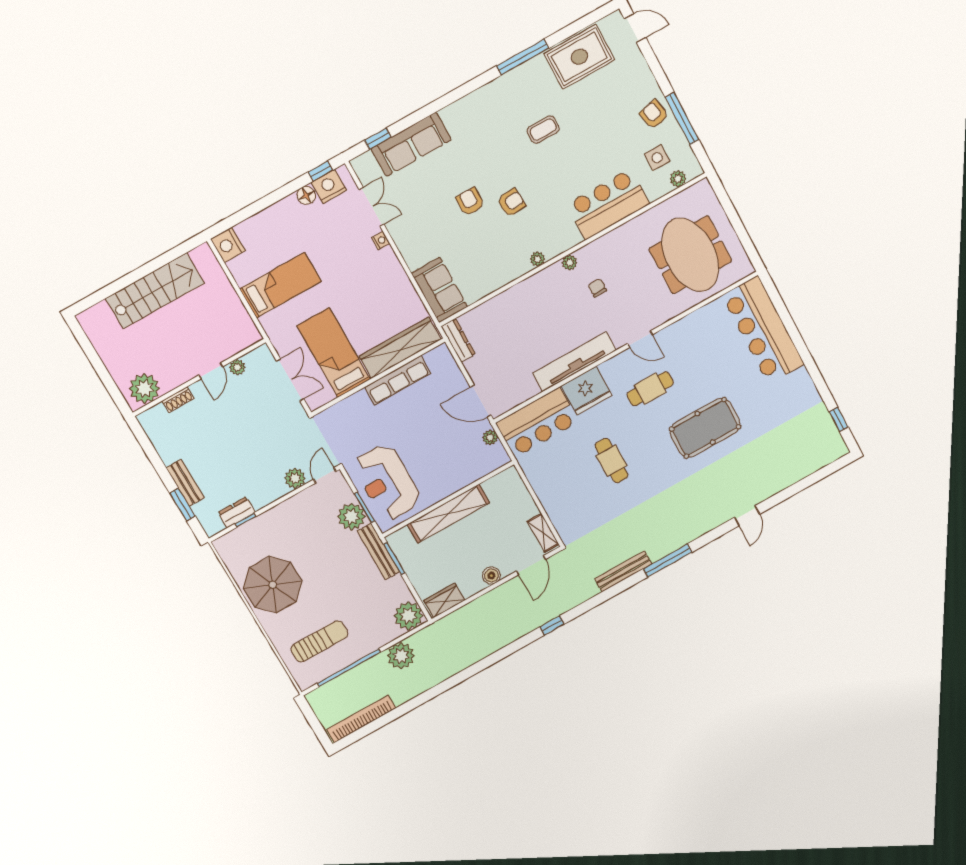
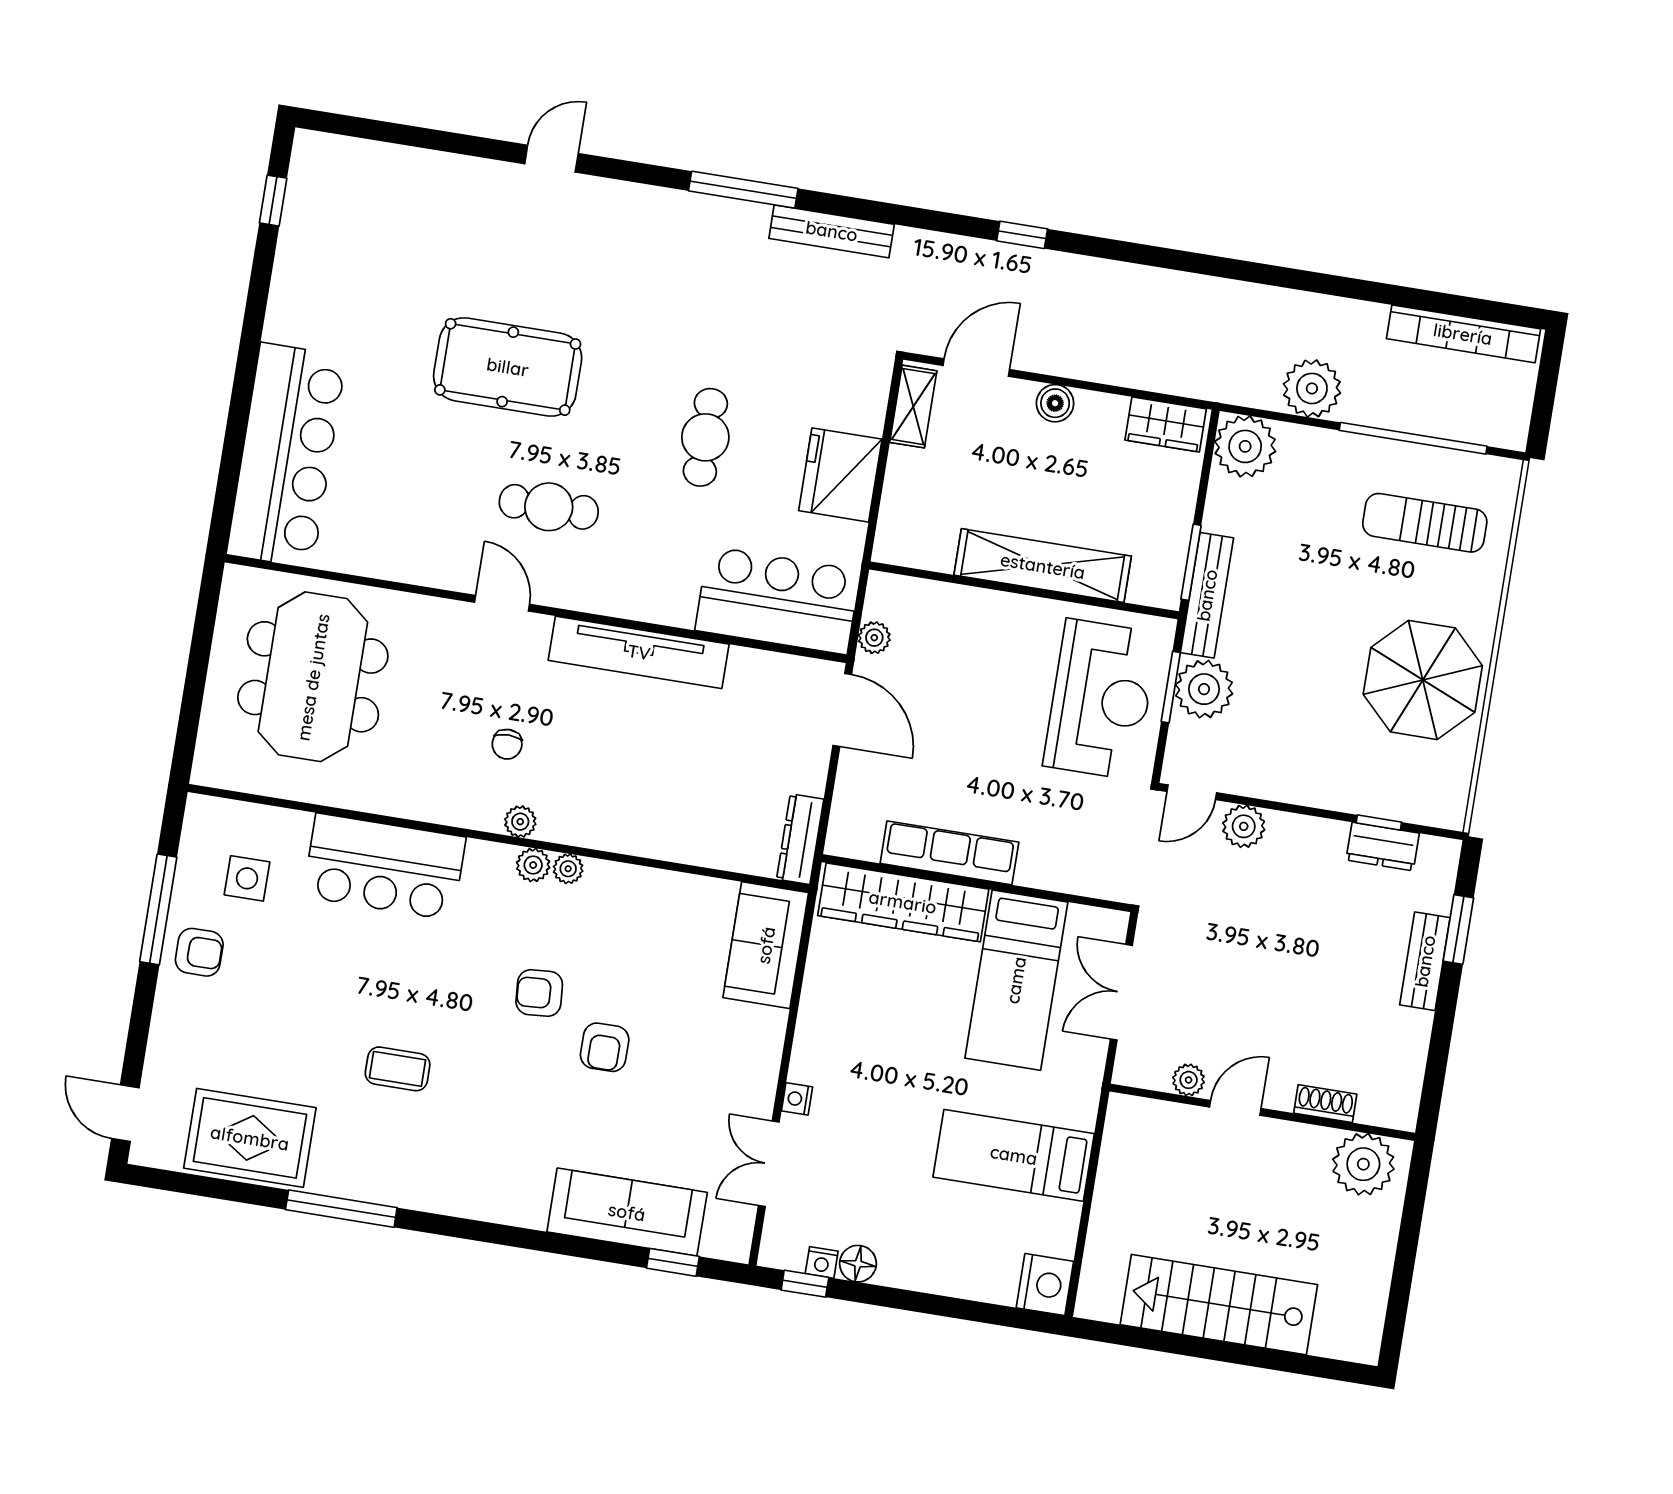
armchair: (654, 114) -> (199, 952), turned -78
plant: (678, 179) -> (533, 865), moved
nightstand: (329, 186) -> (822, 1262), width x0.53, depth x0.56
fridge: (587, 391) -> (840, 475), moved, turned -90

